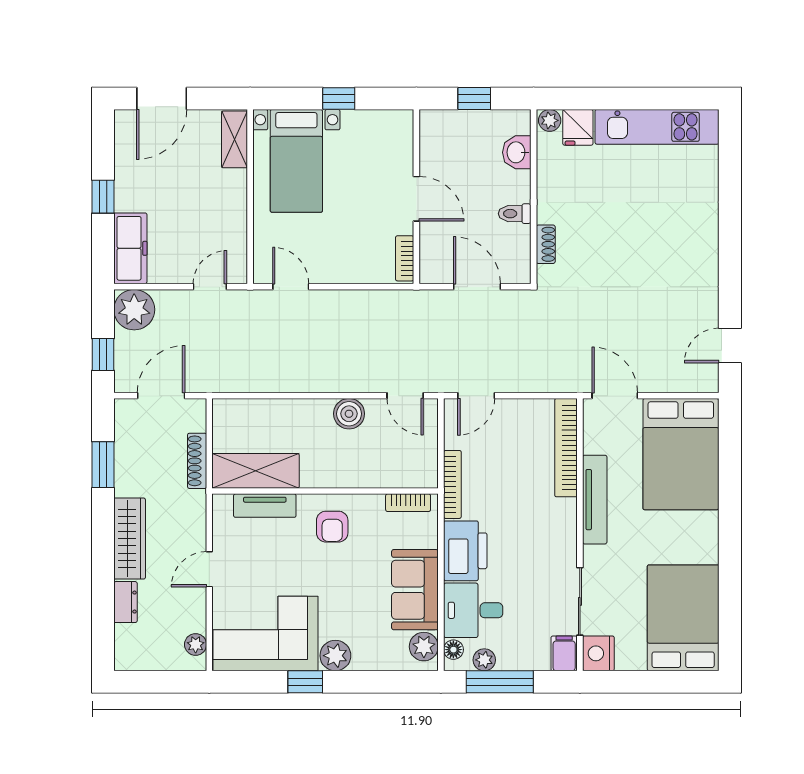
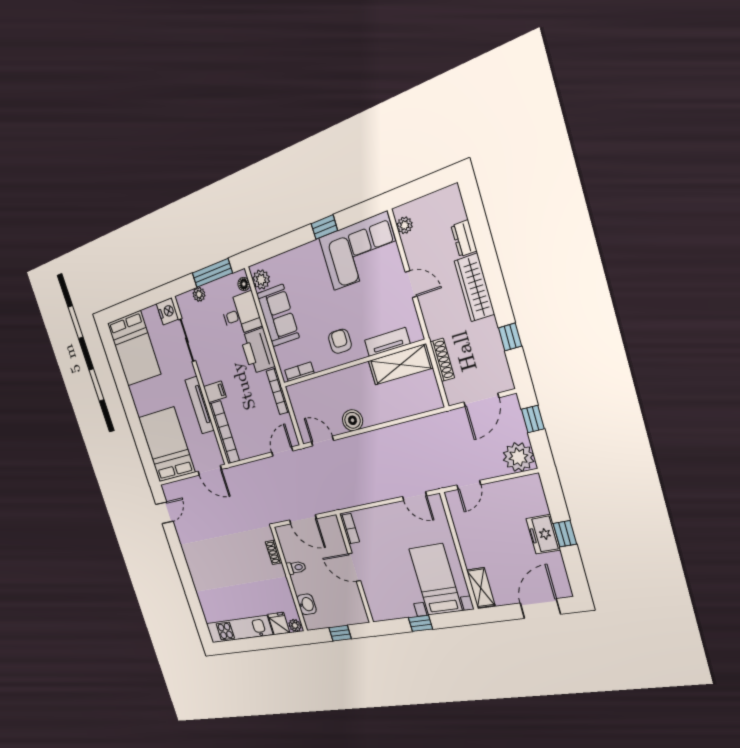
freezer: (130, 248) -> (543, 534), moved, width x0.71
window: (103, 465) -> (510, 337), width x0.67
door: (209, 569) -> (411, 284), hinge flipped
filing cabinet: (564, 653) -> (215, 392), moved, turned -90
plant: (335, 656) -> (311, 253), removed
plant: (484, 660) -> (199, 294), moved

